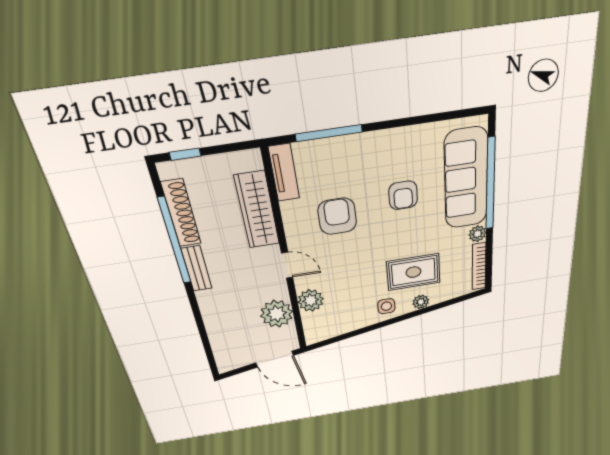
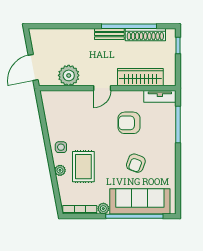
armchair: (403, 195) -> (136, 163), turned -70
armchair: (337, 216) -> (129, 123), turned 180
plant: (311, 300) -> (75, 99), removed

